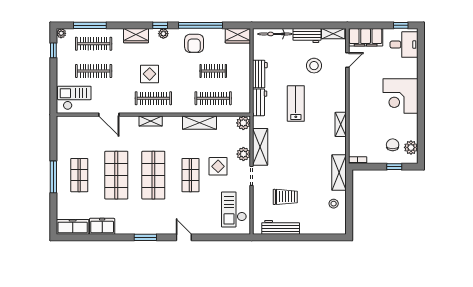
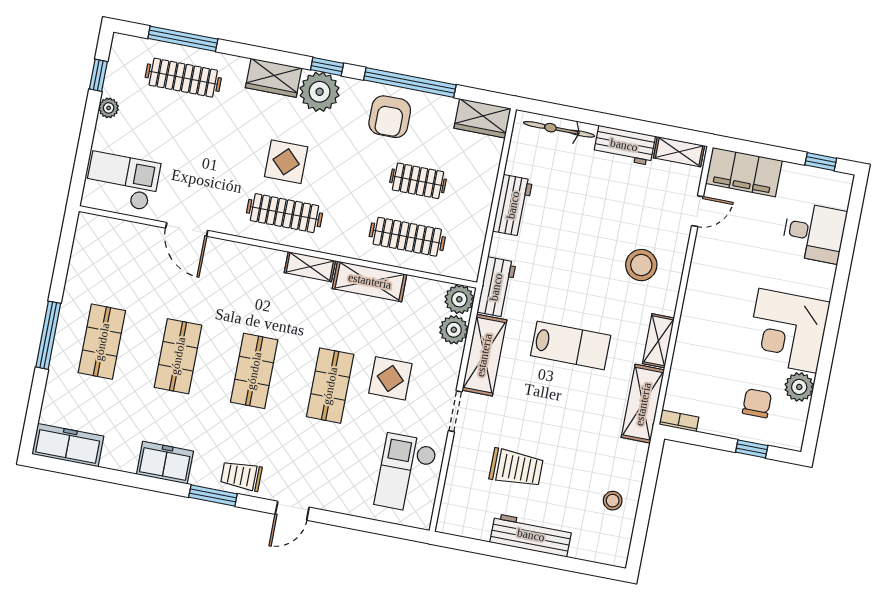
plant: (61, 33) -> (109, 108), moved
plant: (163, 34) -> (320, 92), width x1.87, depth x1.87
desk: (404, 45) -> (814, 233), moved
stool: (314, 66) -> (641, 265), moved
clothes rail: (94, 71) -> (172, 134), removed
corner desk: (401, 96) -> (788, 331), moved
workbench: (260, 102) -> (496, 287), moved
lab bench: (296, 103) -> (571, 346), moved, turned 90
shelving: (151, 121) -> (310, 267), moved
plant: (411, 147) -> (799, 387), moved
plant: (243, 154) -> (454, 330), moved
shelving: (339, 173) -> (643, 404), moved
shop shelf: (116, 175) -> (178, 356), width x0.70, depth x0.74
shop shelf: (153, 175) -> (254, 371), width x0.70, depth x0.74
freezer: (102, 226) -> (165, 463), moved
trolley: (157, 226) -> (241, 476), added
workbench: (281, 227) -> (531, 535), moved
door: (184, 237) -> (292, 511), swing flipped

